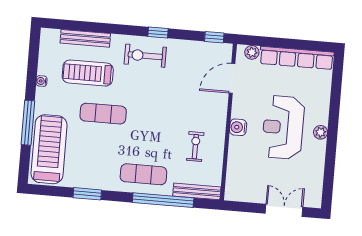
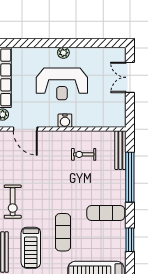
exercise mat: (143, 174) -> (106, 213), moved, turned 90

